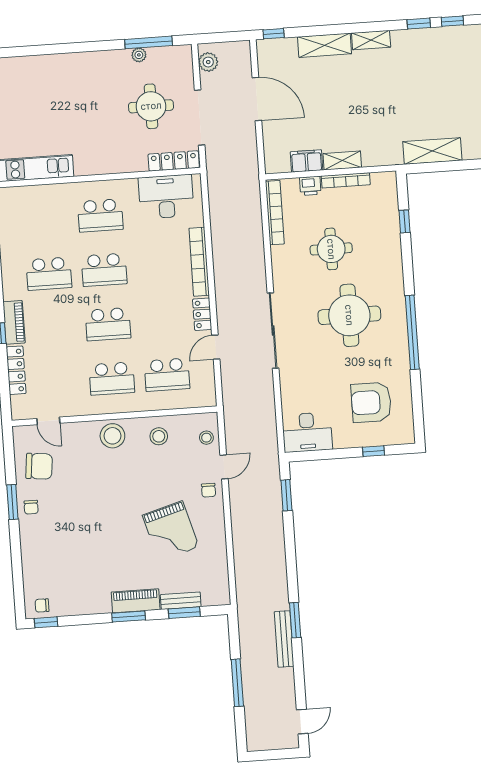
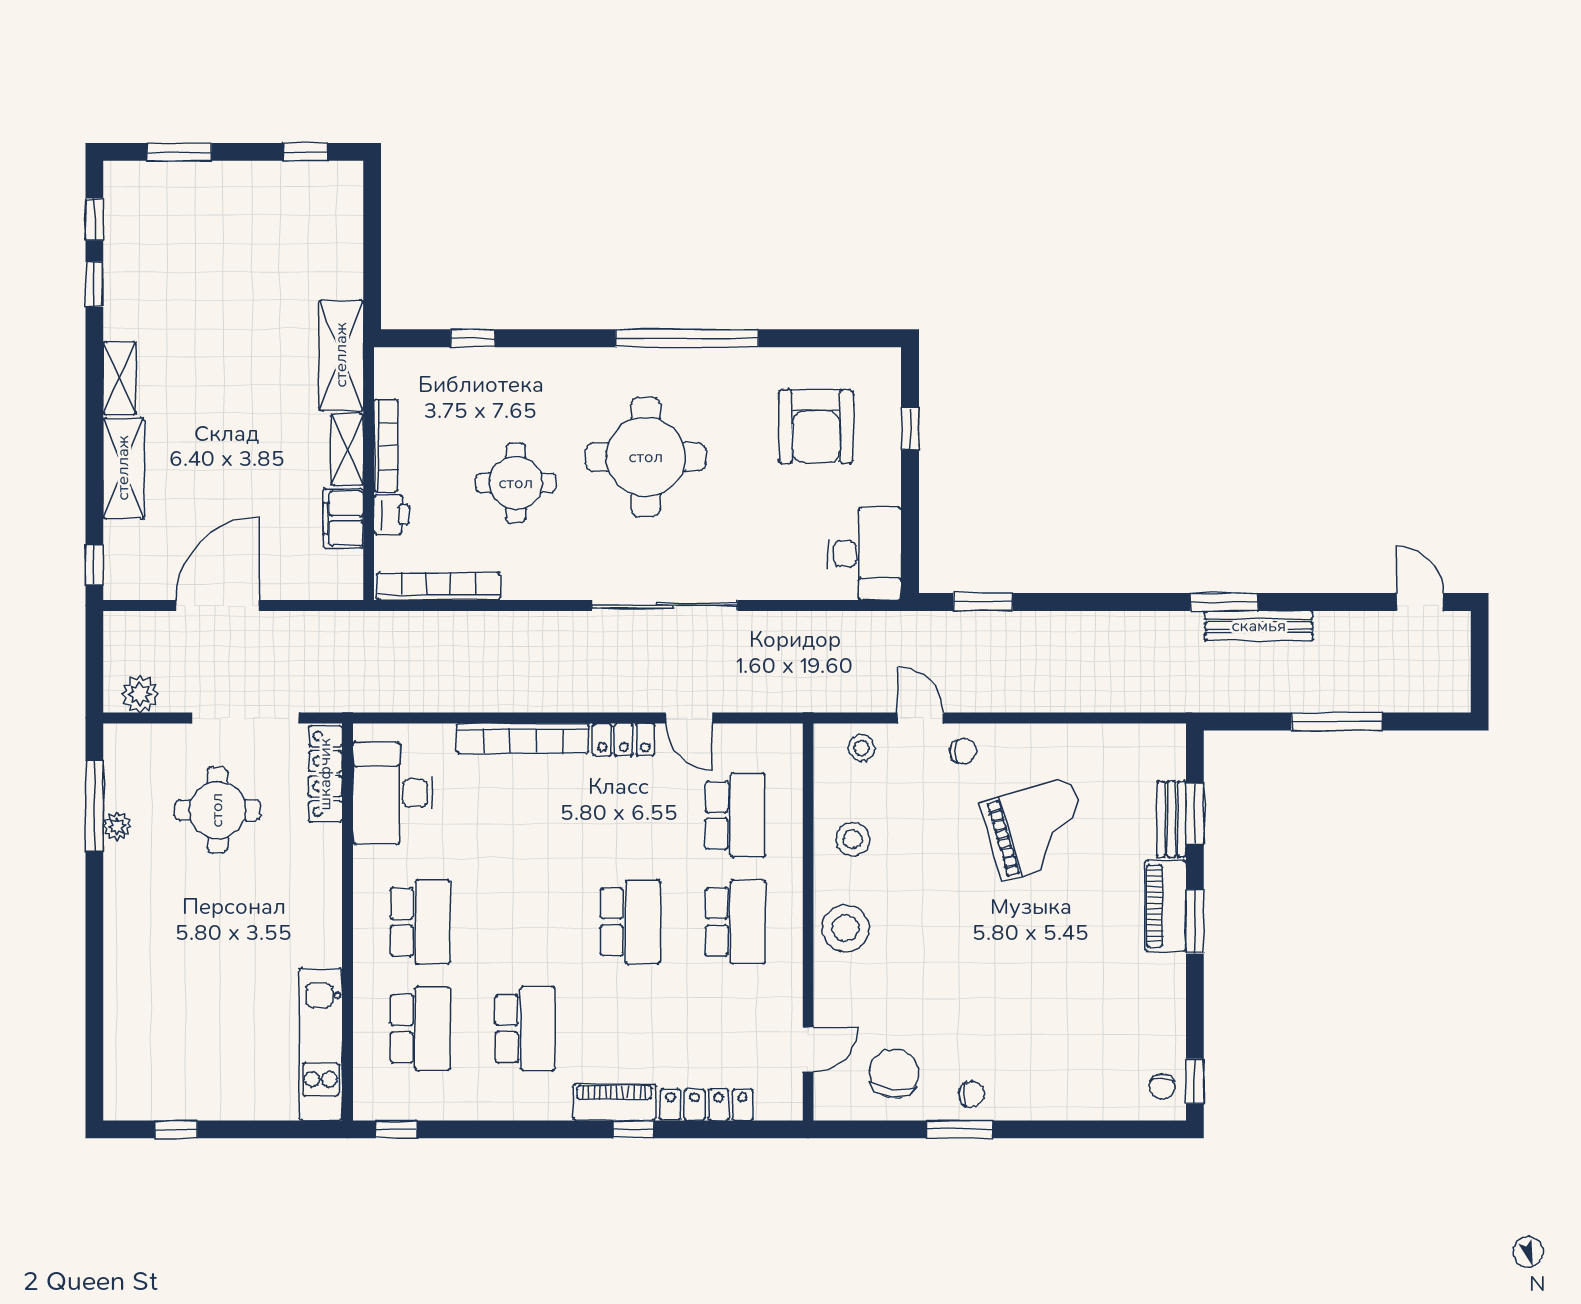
shelving: (432, 151) -> (341, 355), moved
school desk: (104, 270) -> (420, 1029), moved

